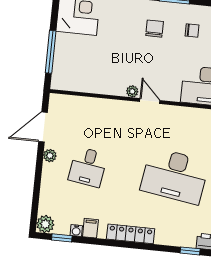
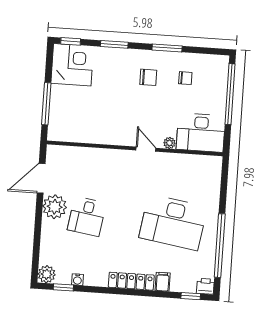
chair: (155, 29) -> (148, 77), turned 90
plant: (132, 91) -> (169, 143), moved
plant: (50, 156) -> (55, 207), width x1.88, depth x1.88
filing cabinet: (90, 228) -> (163, 282), moved

